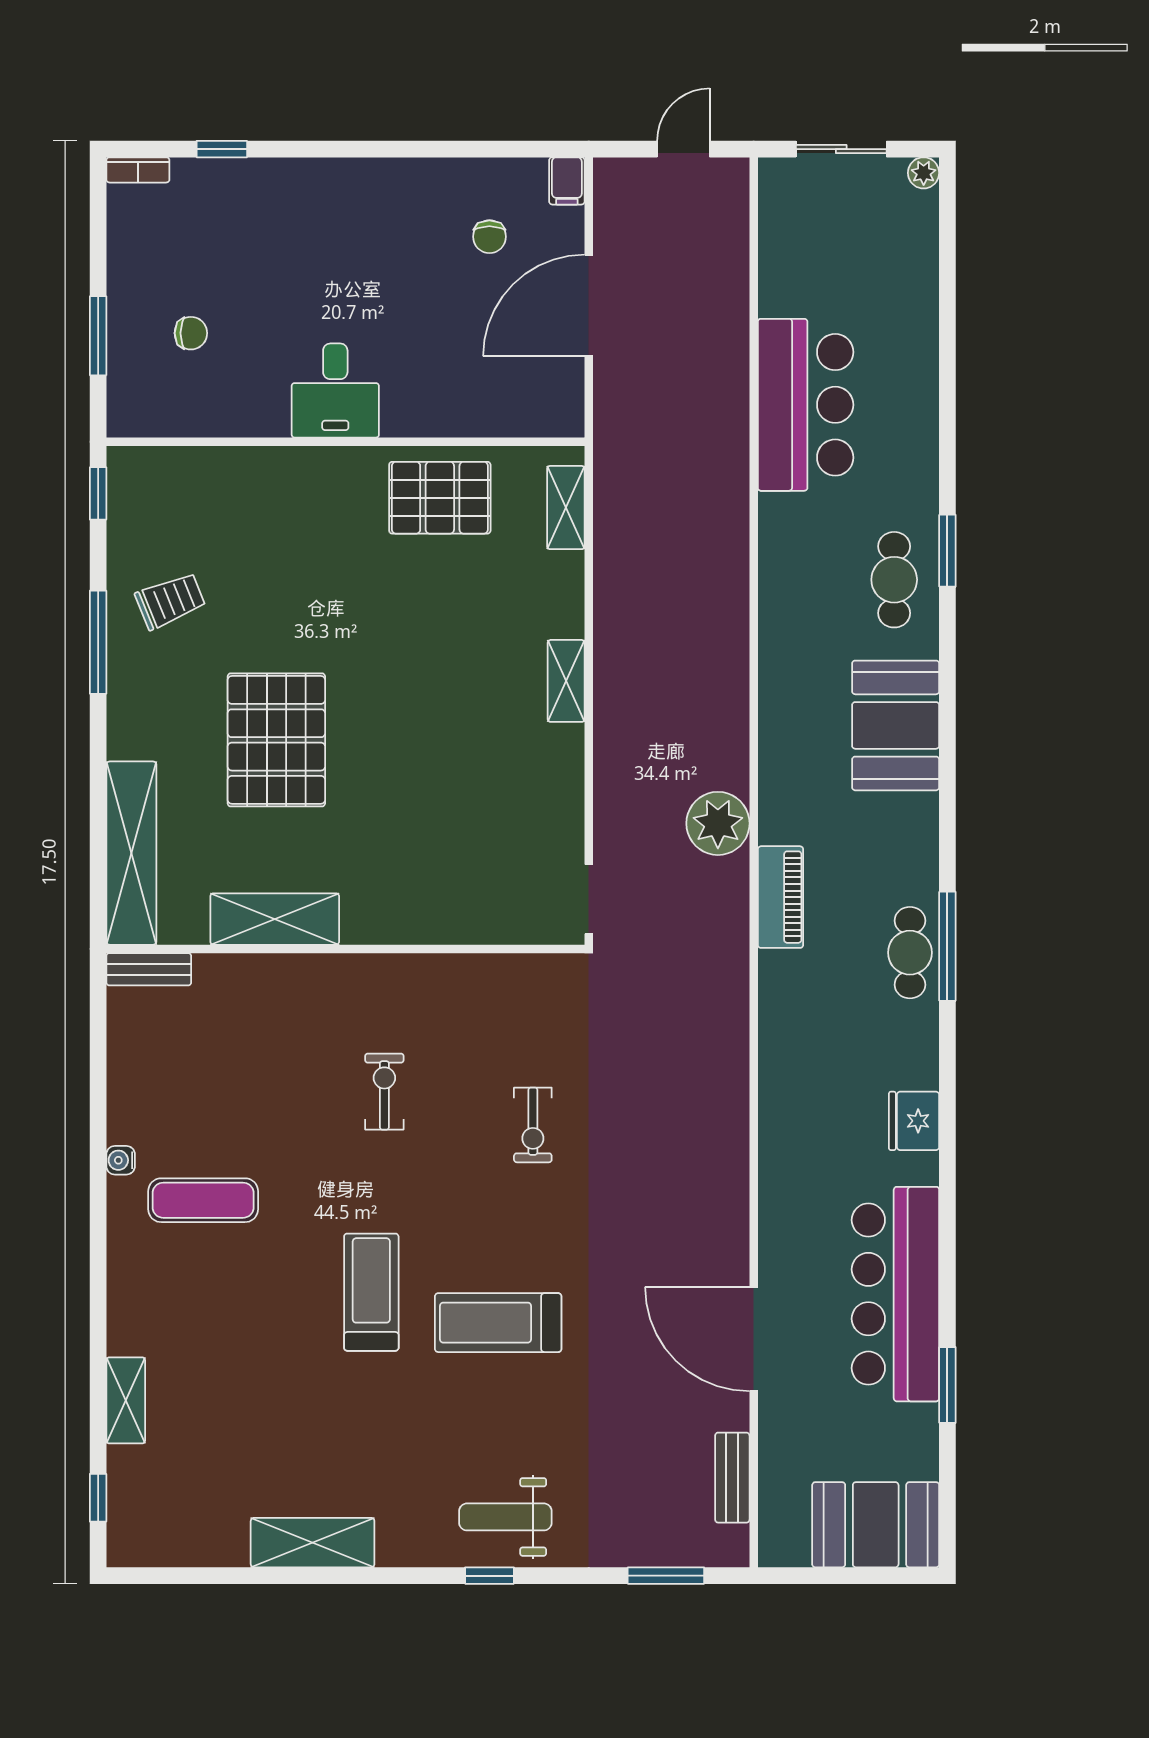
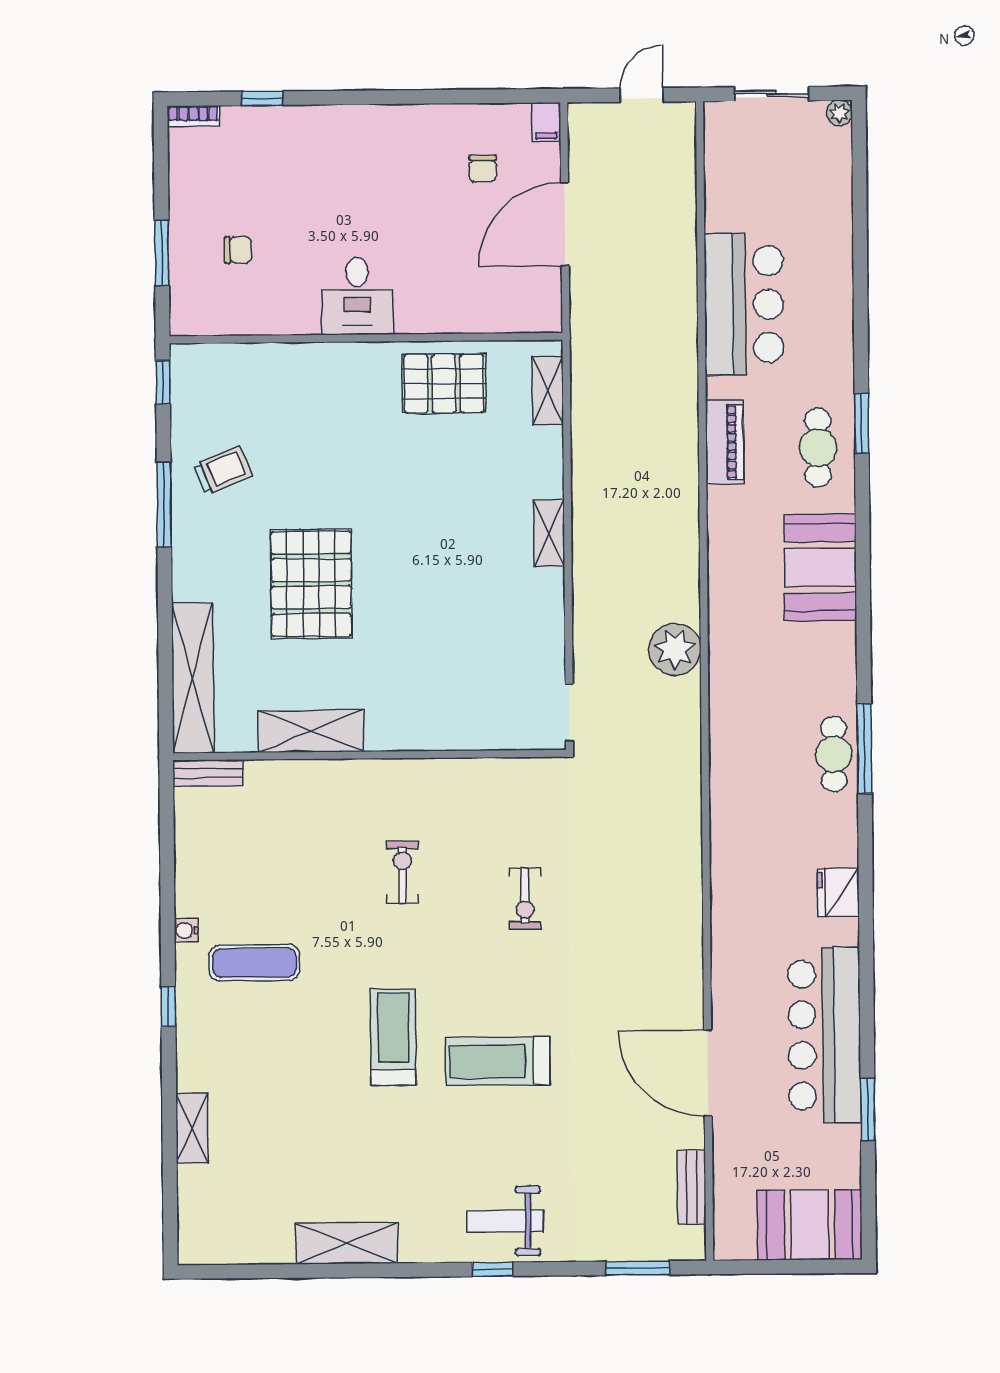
piano: (780, 897) -> (725, 442), moved
window: (98, 1498) -> (168, 1007), moved

